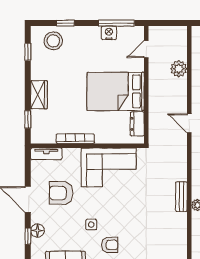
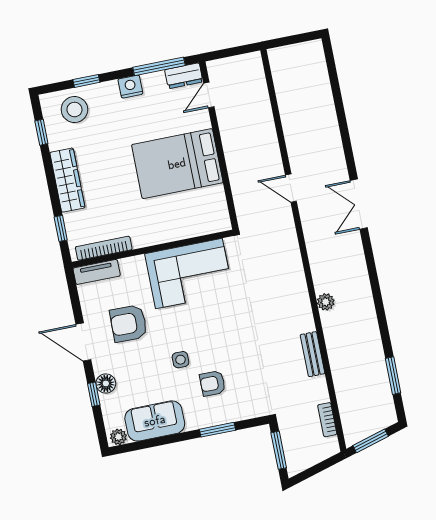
nightstand: (109, 33) -> (130, 87), moved
plant: (179, 69) -> (261, 114), removed
wardrobe: (39, 95) -> (67, 180), width x1.50
dresser: (137, 124) -> (184, 76), moved, turned -90
bookcase: (75, 139) -> (104, 248), moved
bench: (181, 197) -> (313, 354), moved
armchair: (110, 245) -> (213, 383), turned 180

